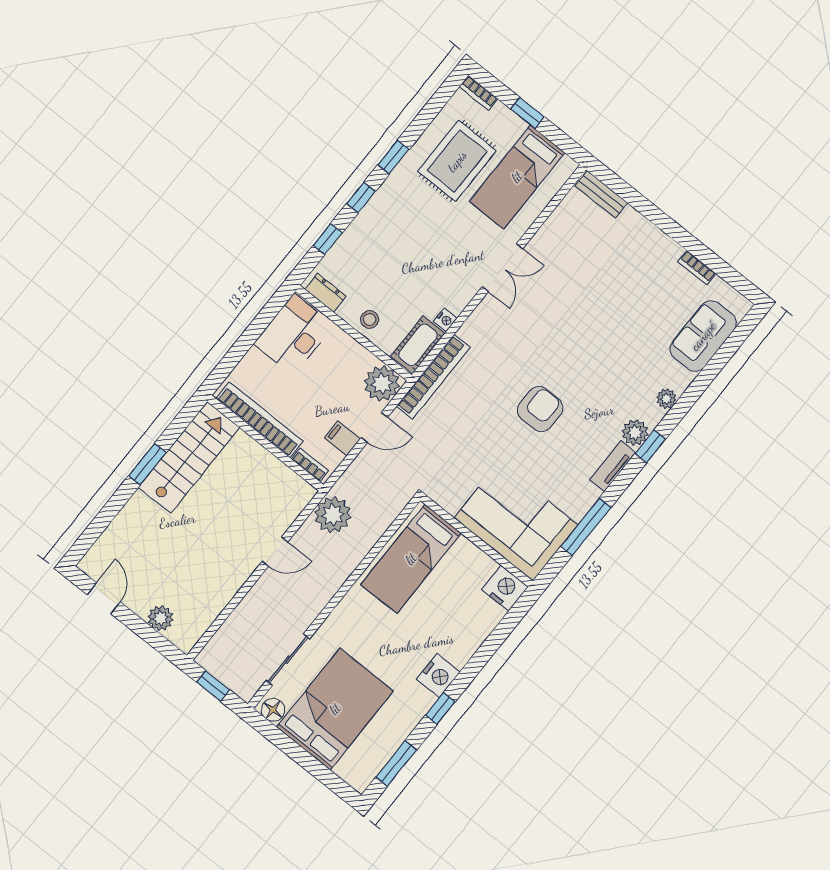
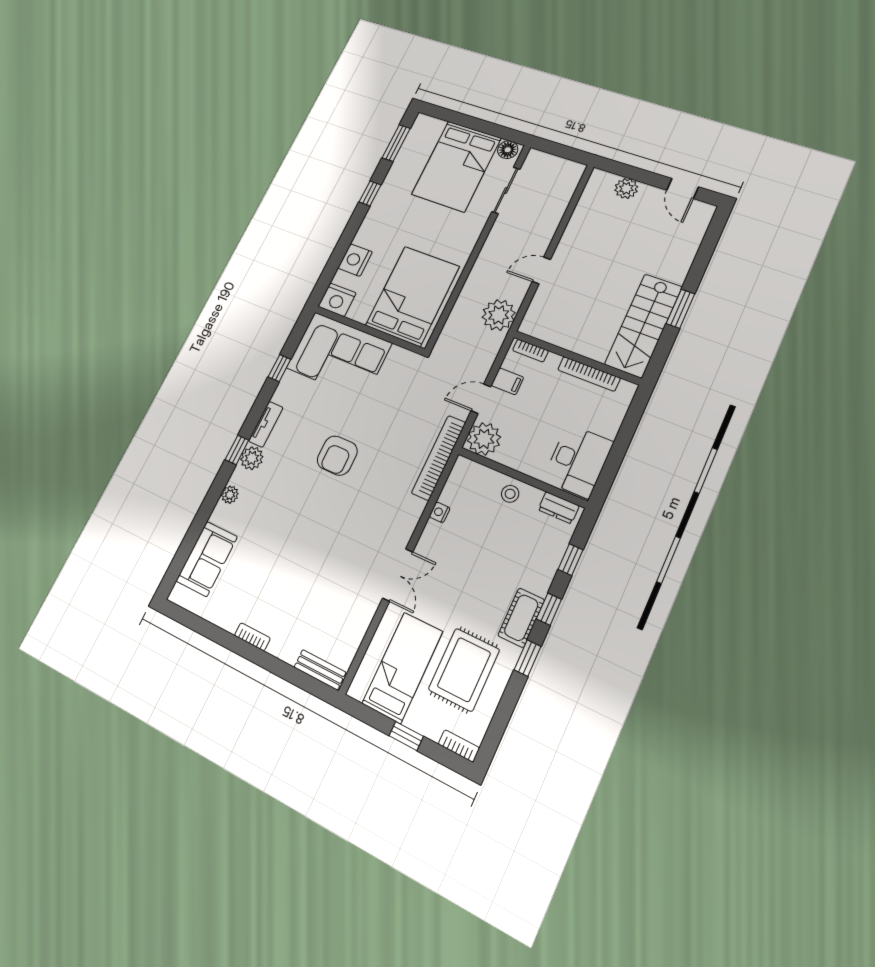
double door: (502, 268) -> (398, 575), swing flipped
bookcase: (697, 268) -> (252, 637), moved
cot: (418, 345) -> (521, 618), moved
bookcase: (259, 420) -> (589, 374), width x0.68, depth x0.76
window: (586, 527) -> (279, 368), width x0.46
bed: (411, 559) -> (412, 296), width x1.50
nightstand: (438, 676) -> (355, 260), moved
window: (213, 686) -> (564, 151), removed

